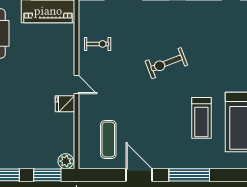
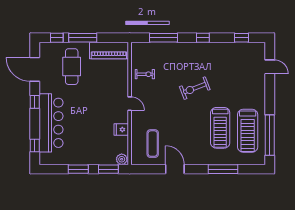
fridge: (65, 104) -> (121, 130), moved
treadmill: (201, 118) -> (220, 128), width x1.37, depth x1.38
window: (189, 175) -> (223, 169), moved

